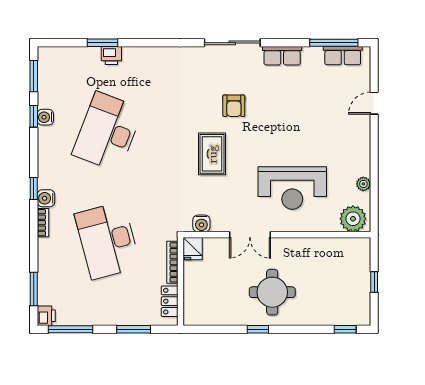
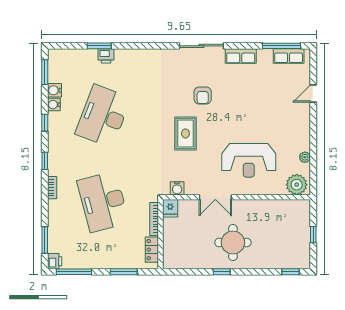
window: (34, 116) -> (45, 123), moved
water cooler: (46, 198) -> (54, 90), moved

